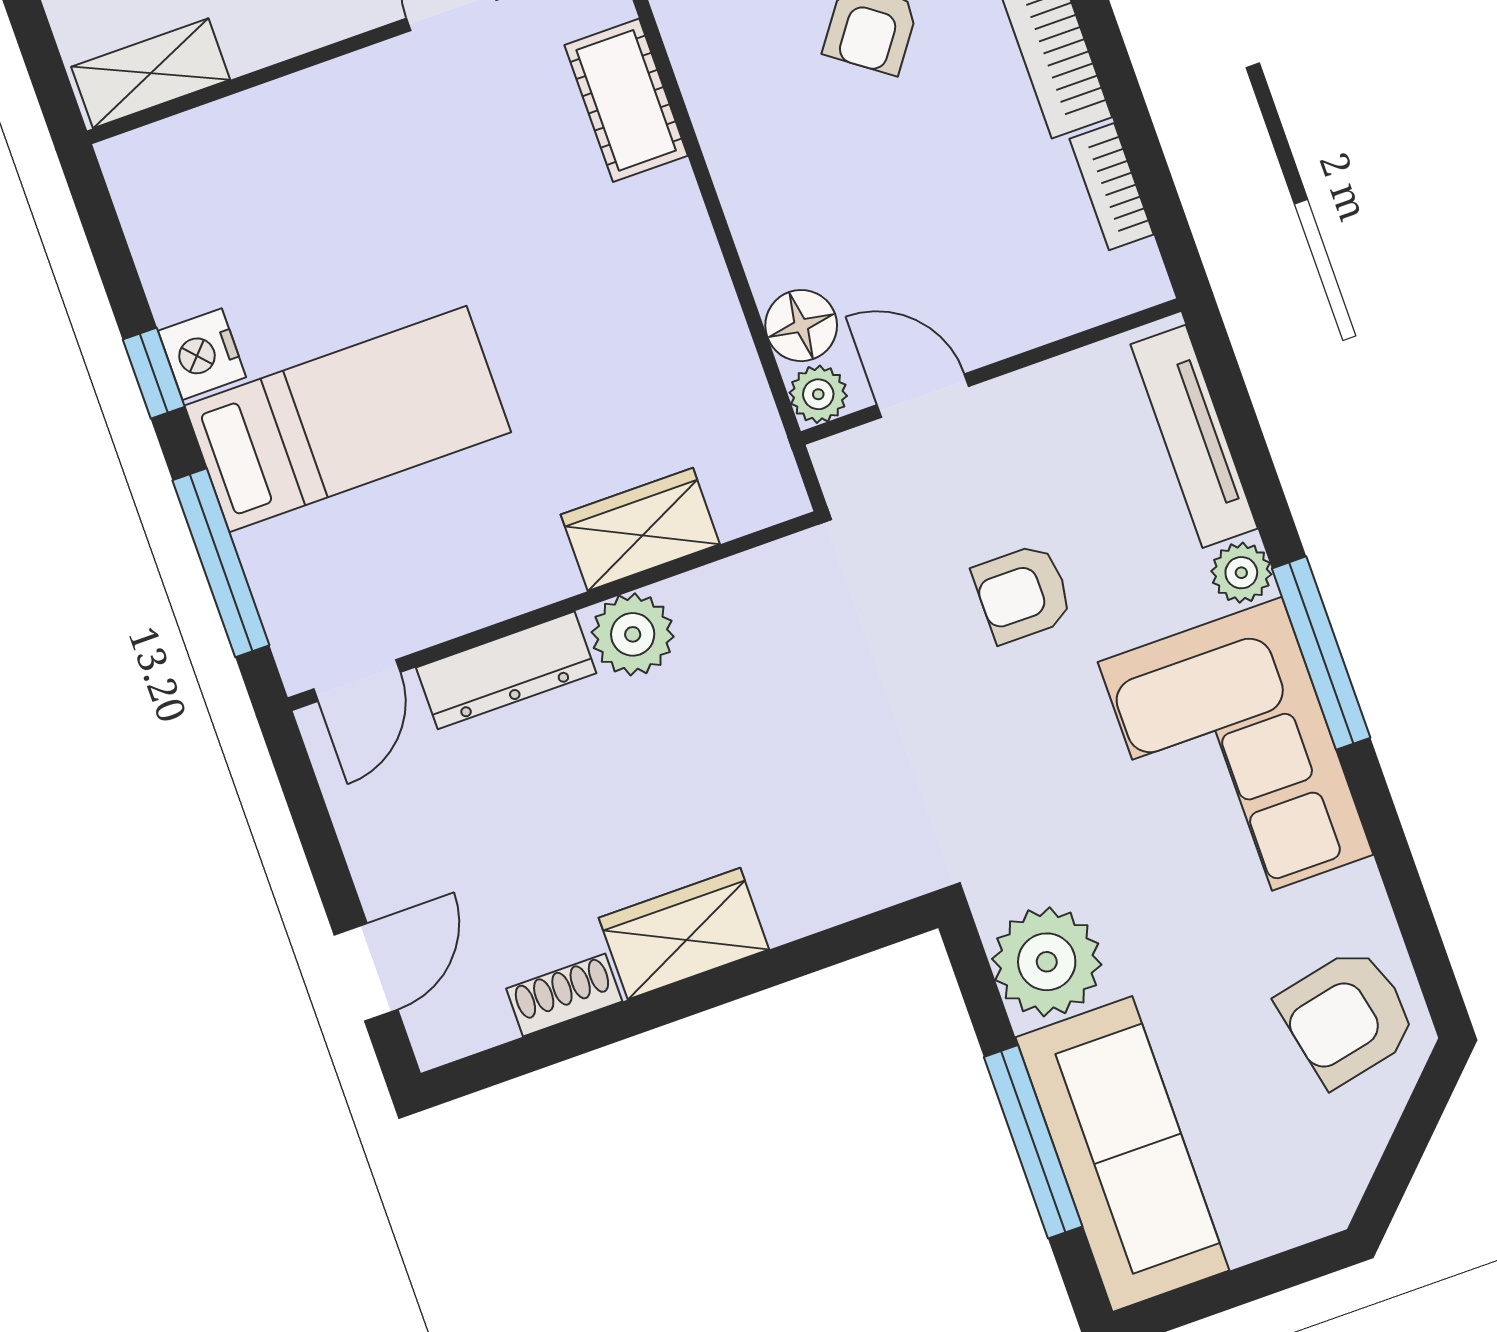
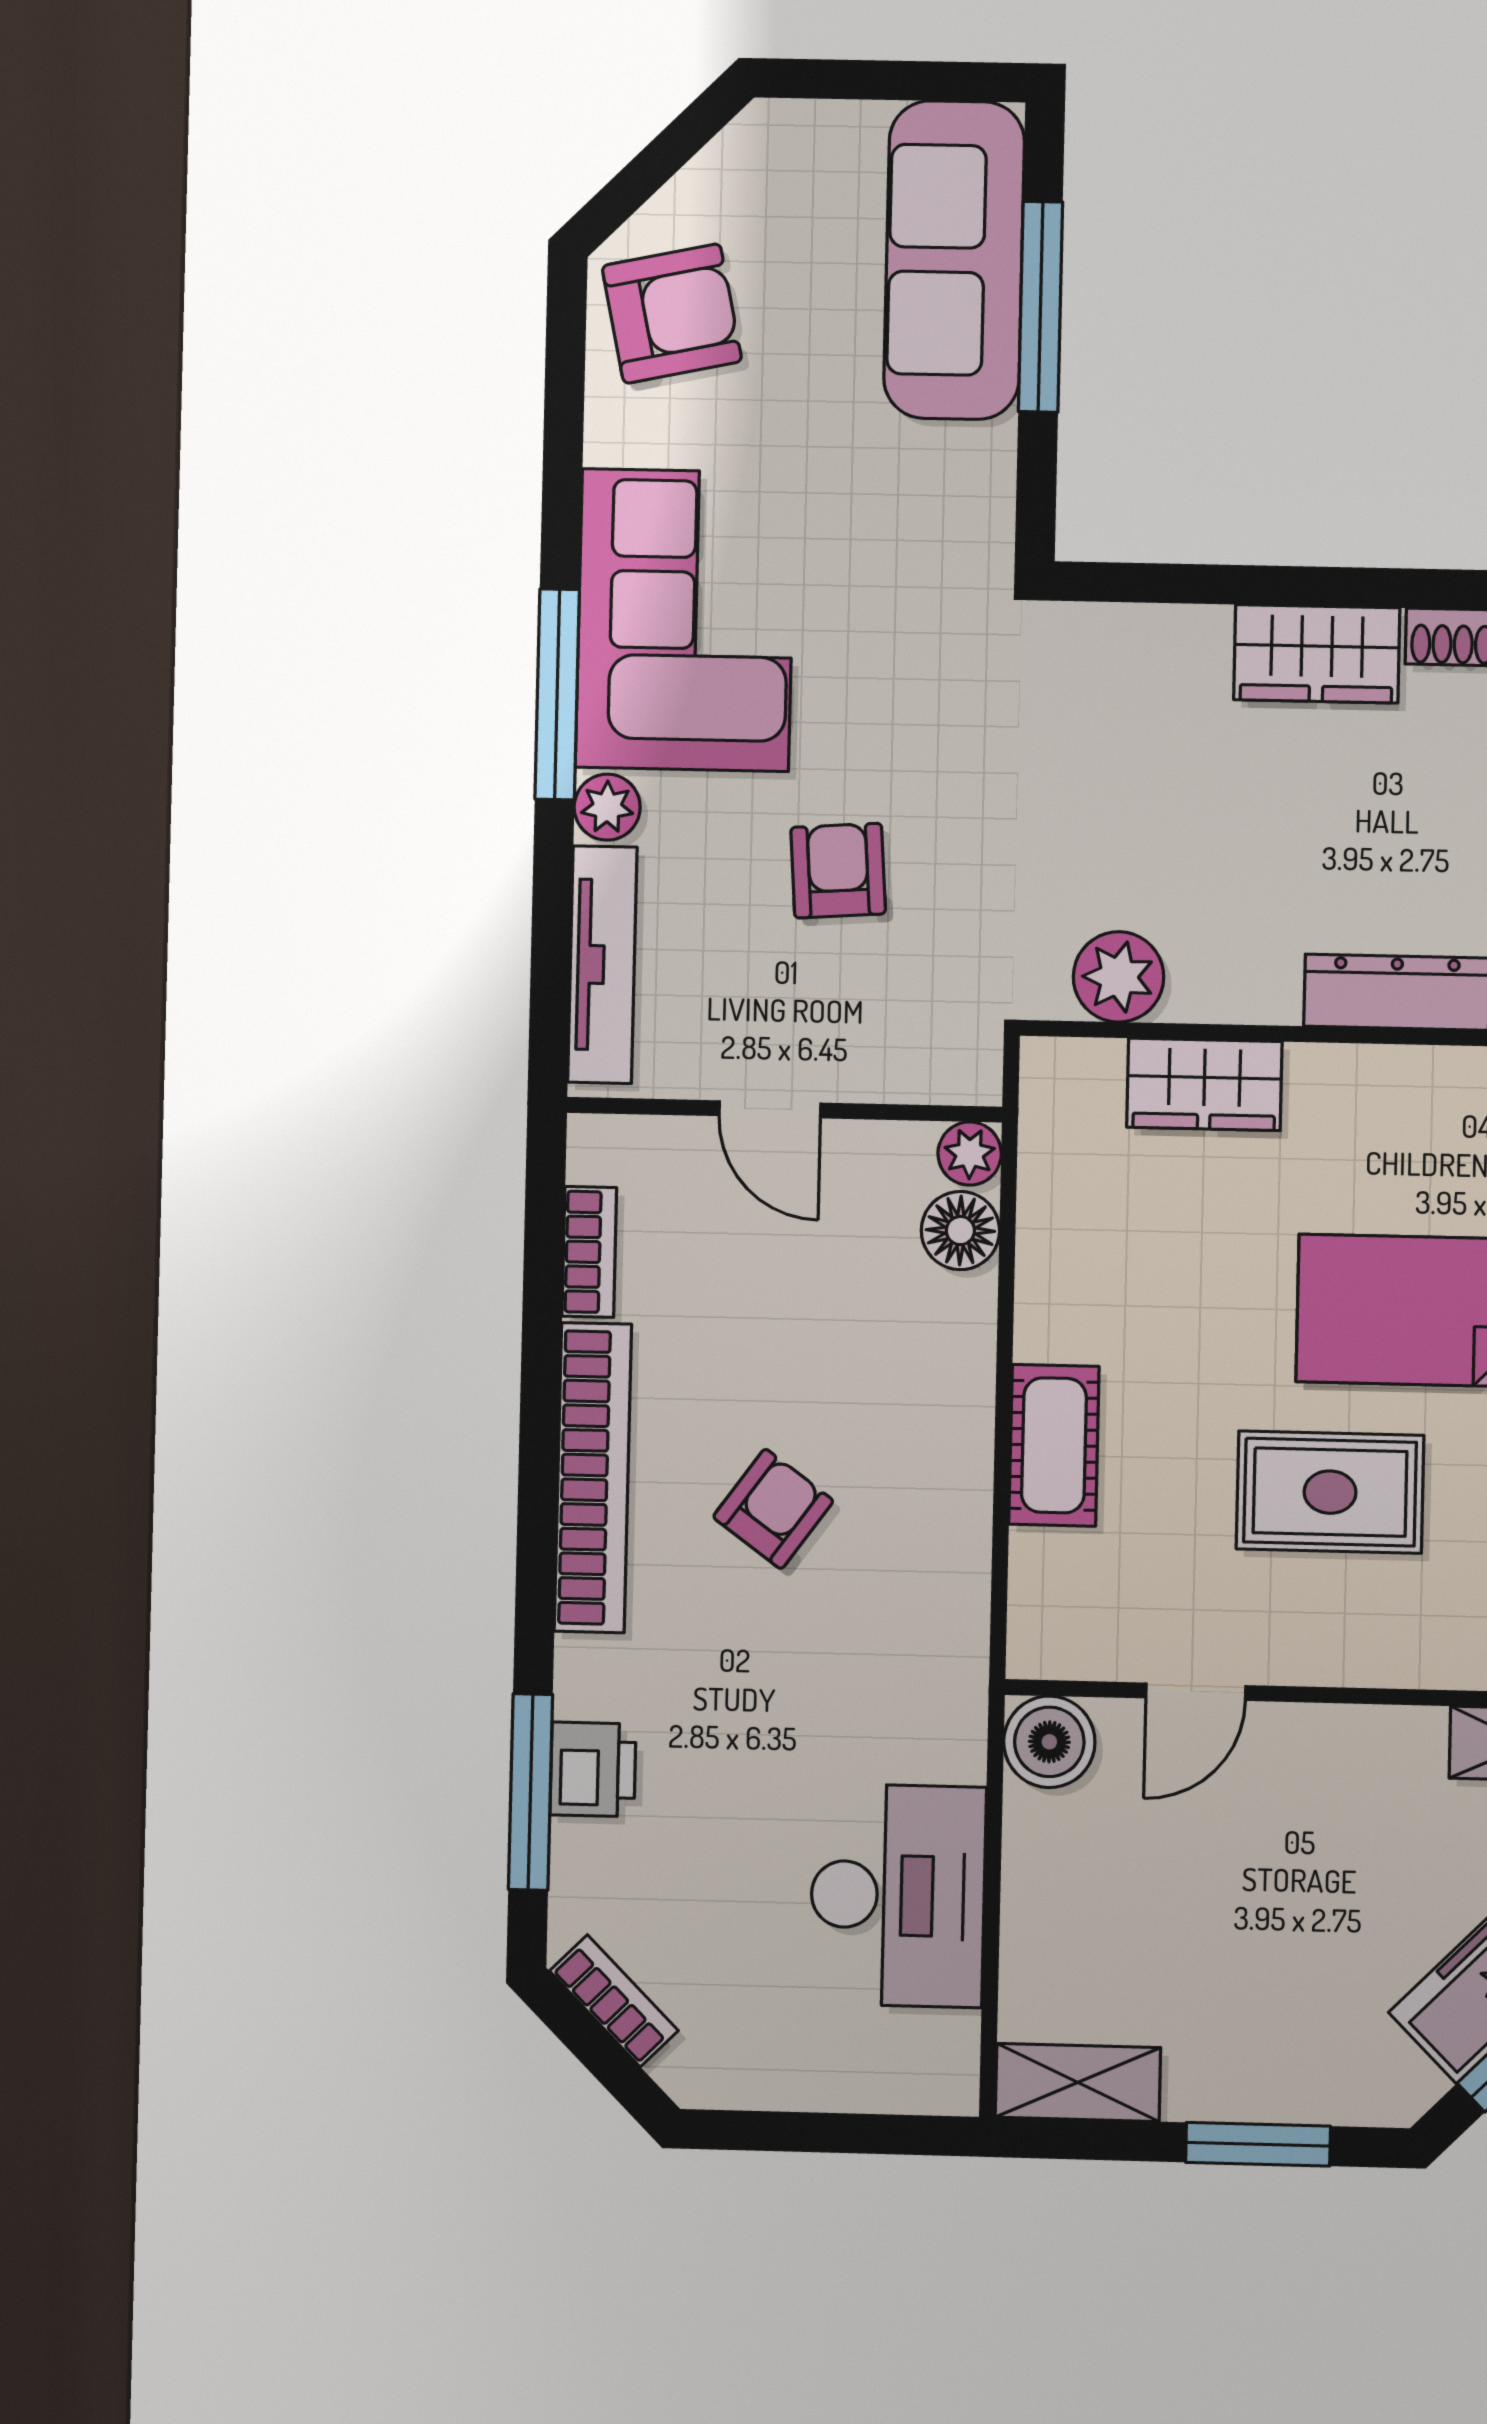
cot: (626, 100) -> (1054, 1445), moved
rug: (402, 223) -> (1330, 1492), added
door: (923, 396) -> (770, 1109), moved
armchair: (1023, 593) -> (838, 871), turned -94
plant: (633, 634) -> (1119, 977), moved
plant: (1047, 962) -> (957, 485), removed

